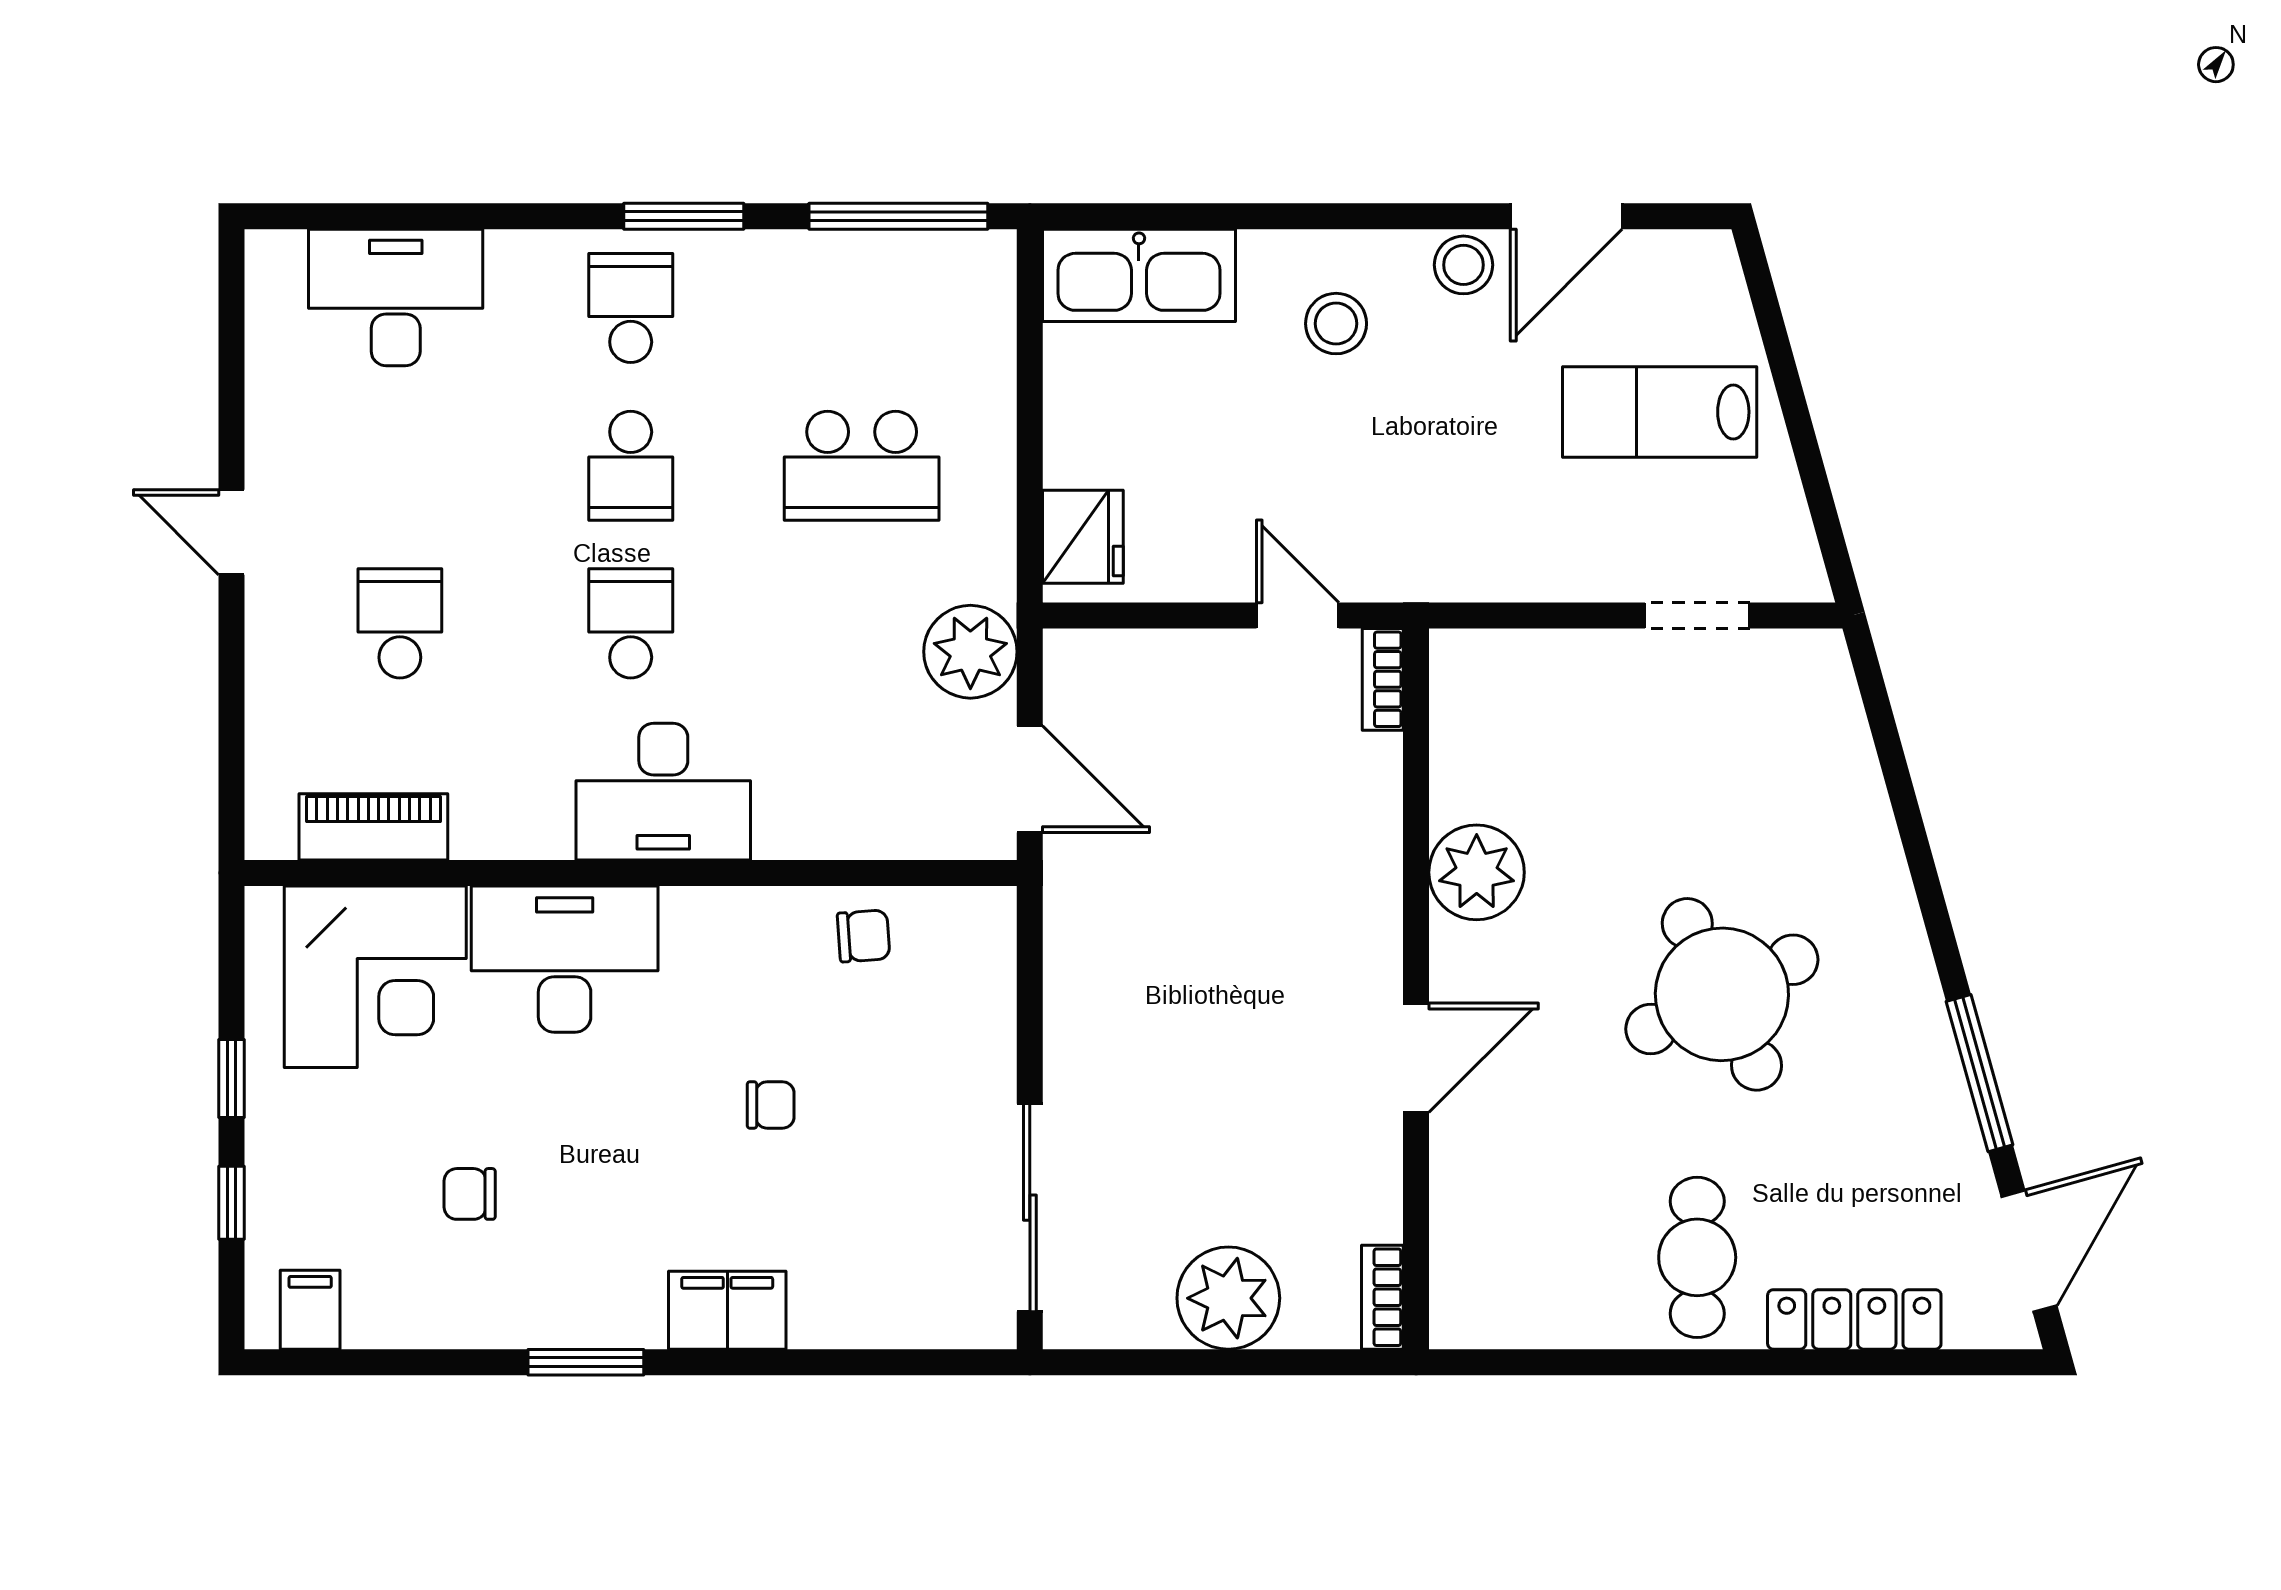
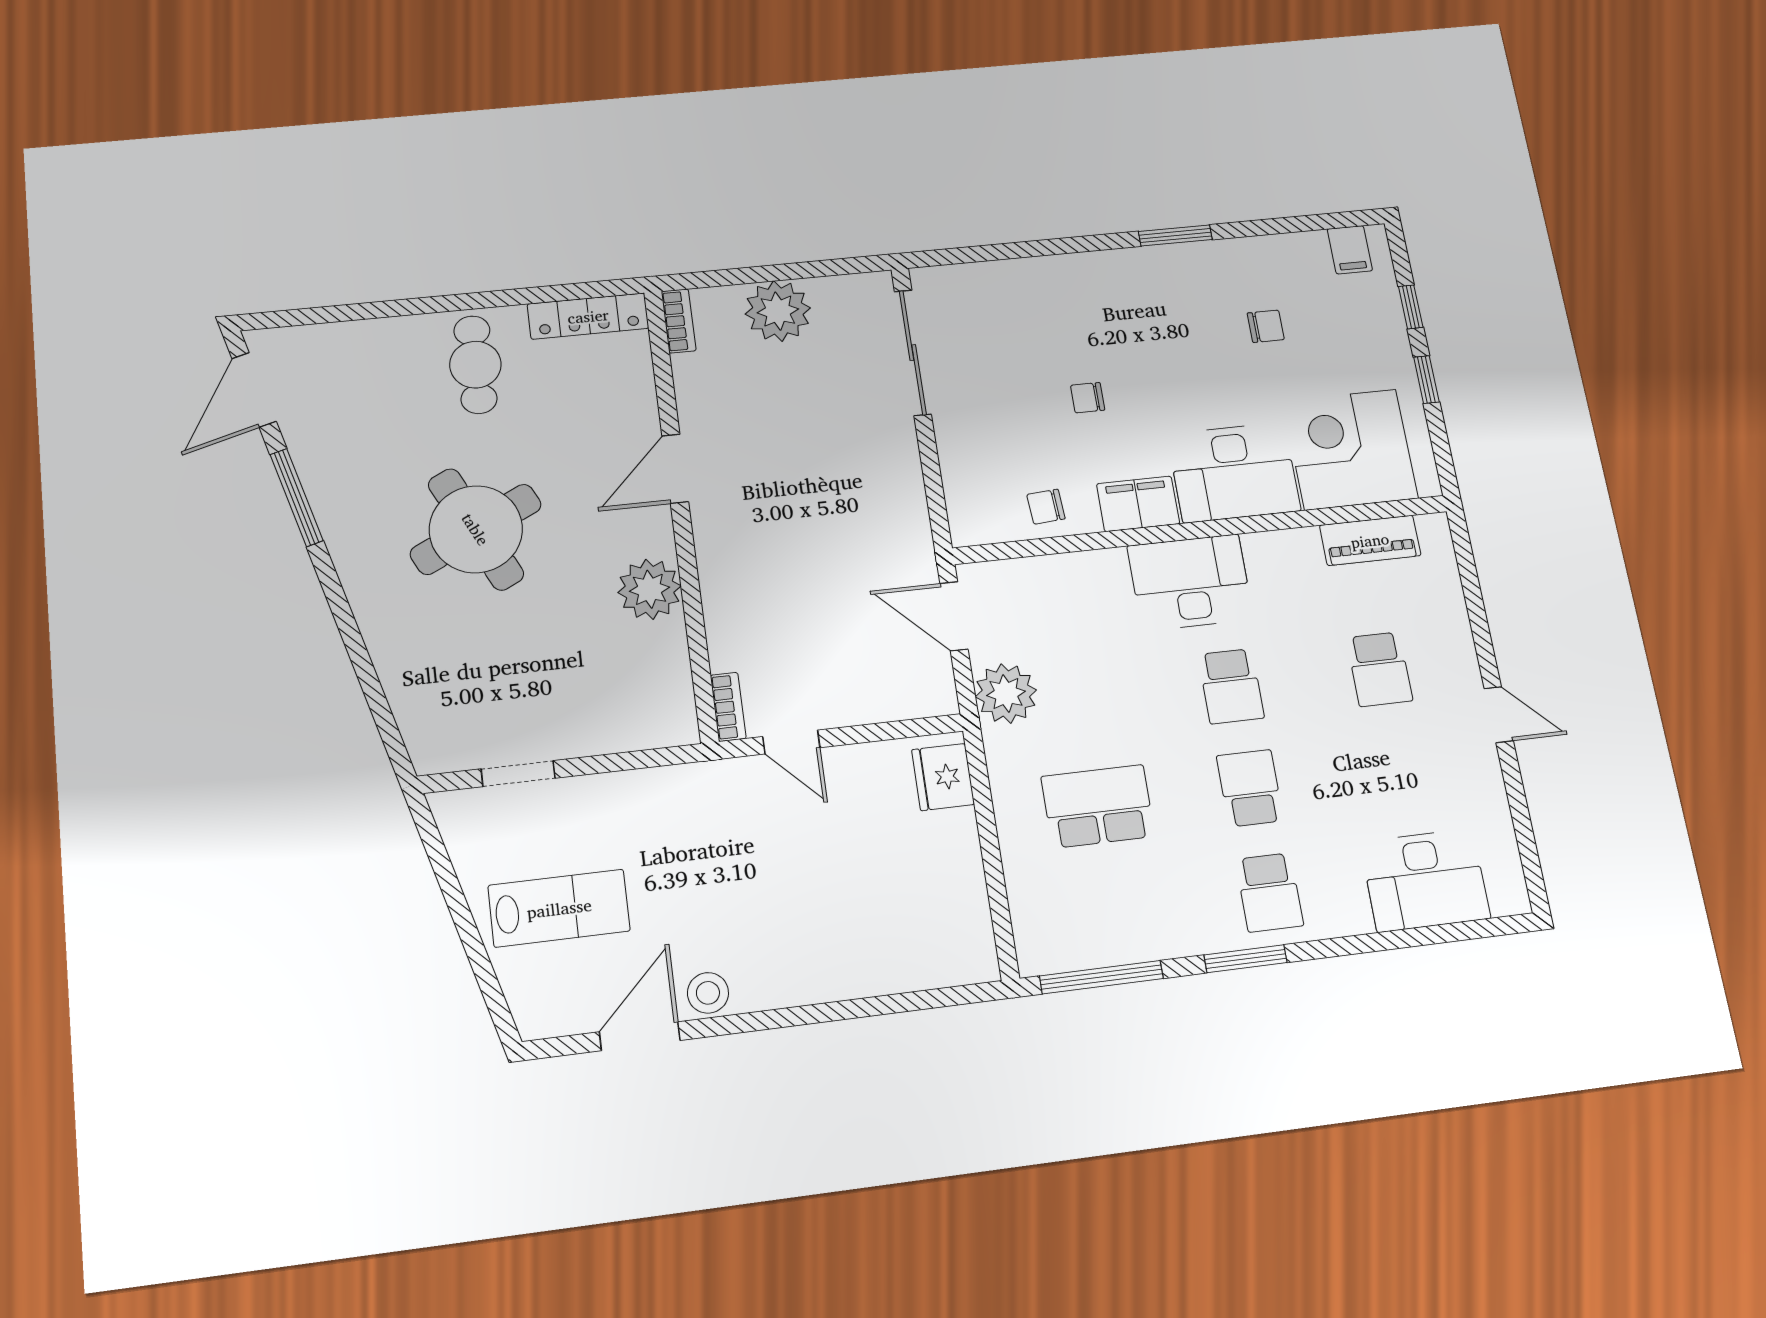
kitchen sink: (1139, 275) -> (931, 957), removed
stool: (1336, 324) -> (791, 941), removed
filing cabinet: (727, 1310) -> (1138, 504), moved, turned 180
locker: (1854, 1319) -> (588, 316), moved

